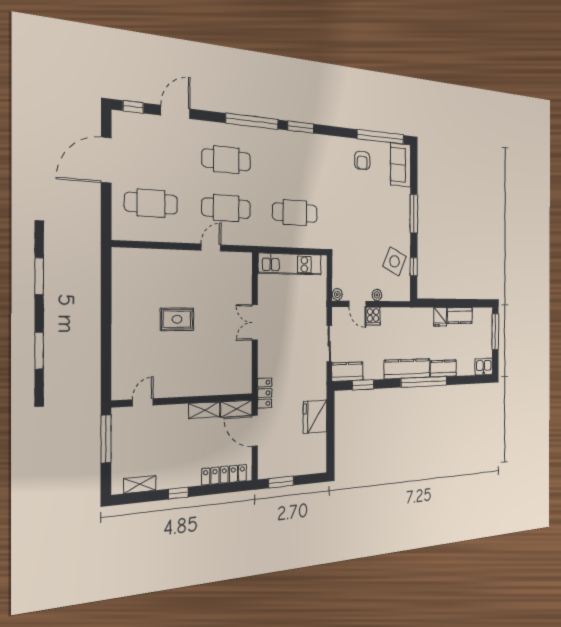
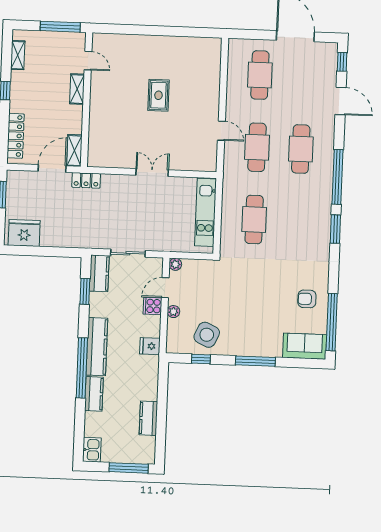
fridge: (440, 317) -> (150, 346), moved
shelving: (204, 410) -> (77, 89), moved
fridge: (315, 417) -> (24, 233), moved

